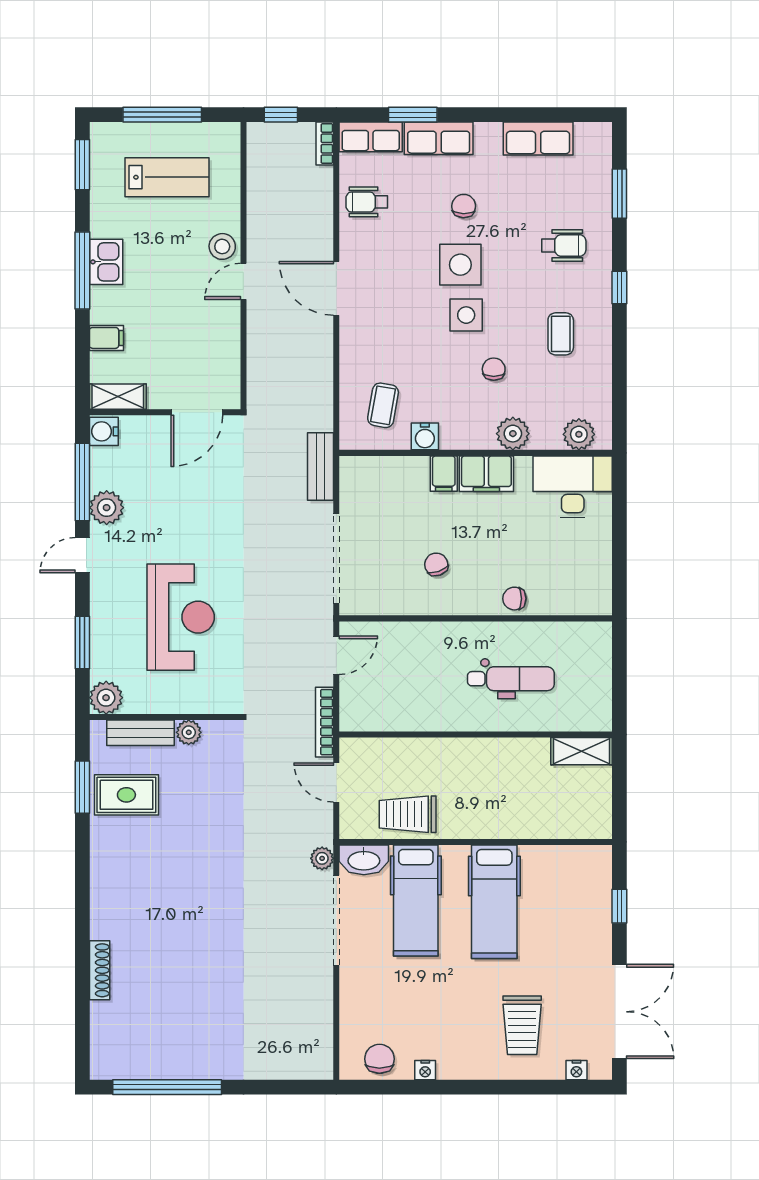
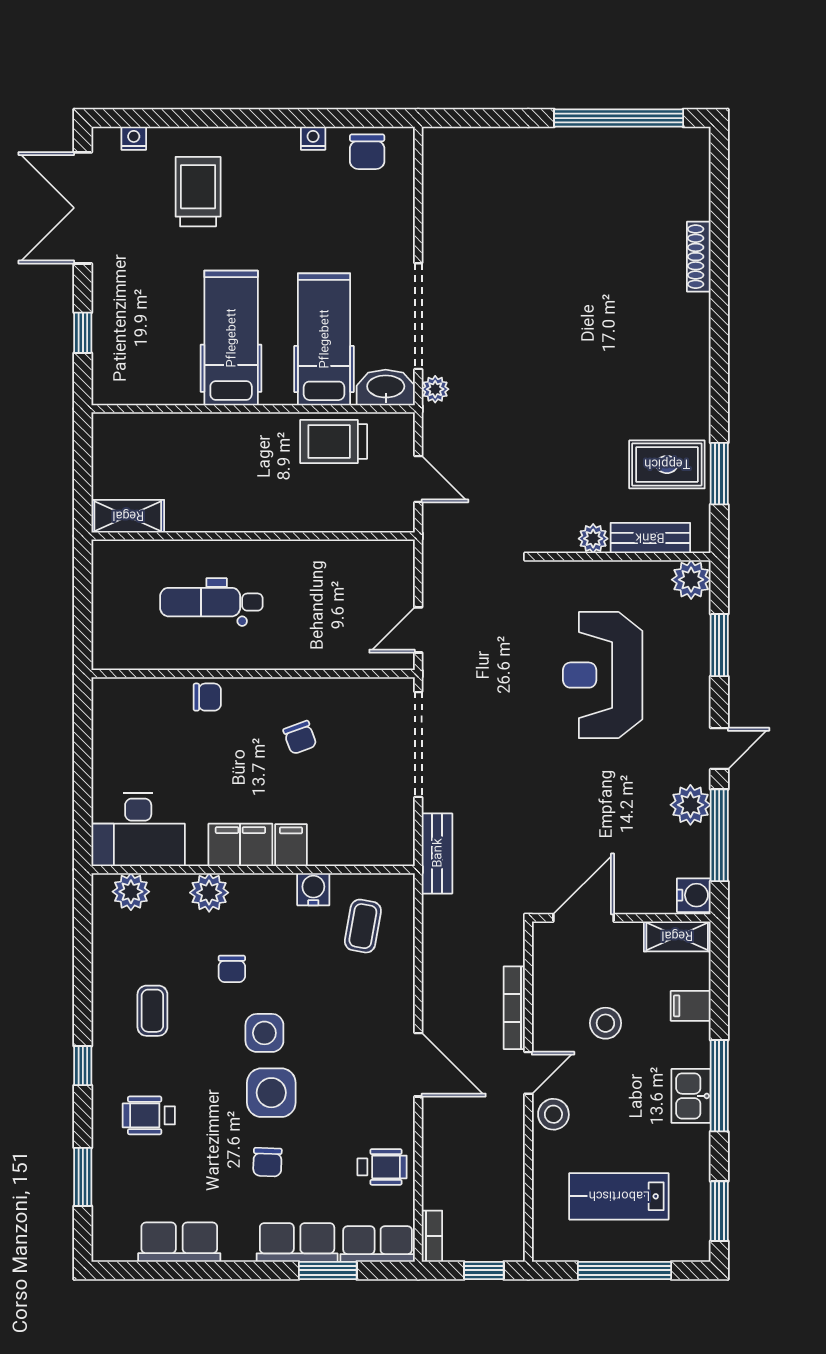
stool: (178, 323) -> (605, 1023), added
bookcase: (324, 722) -> (514, 1008), moved, turned 180
trolley: (408, 814) -> (334, 442), turned 180

